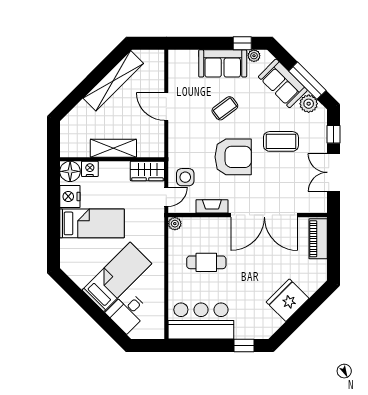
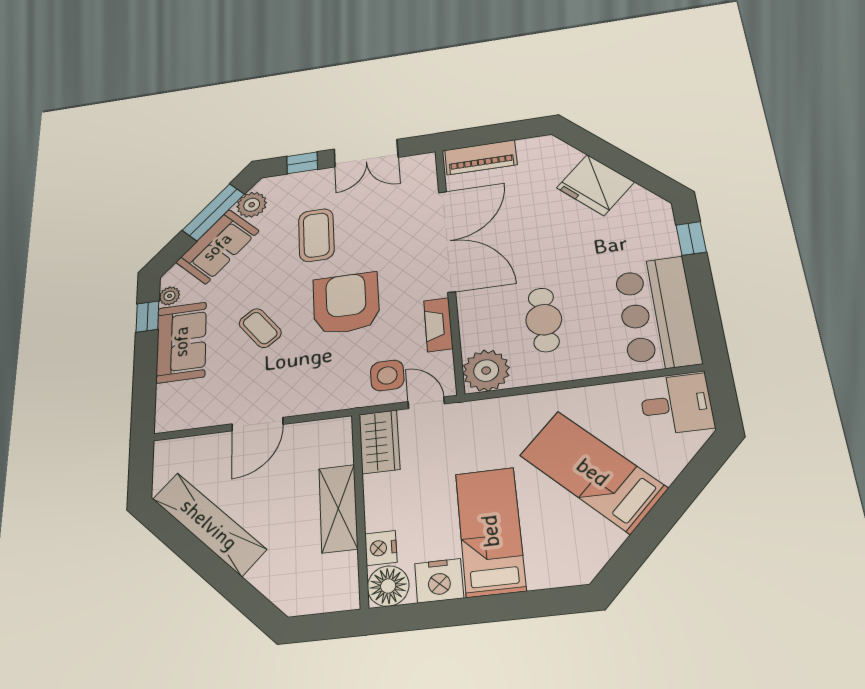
plant: (175, 224) -> (486, 371), width x1.88, depth x1.88
desk: (127, 312) -> (676, 404), moved, turned -45

